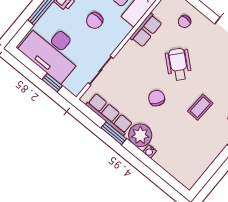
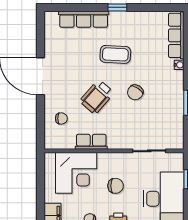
coffee table: (200, 107) -> (115, 54), width x1.36, depth x1.30
row of seats: (109, 114) -> (176, 35), moved
plant: (140, 135) -> (173, 82), removed

